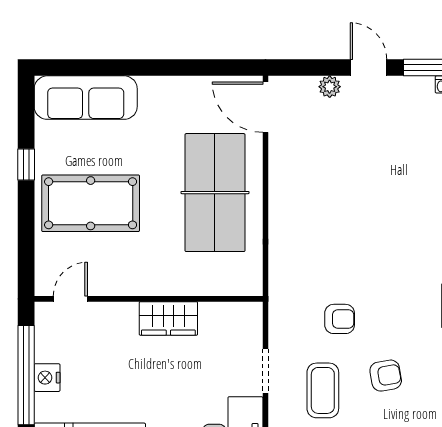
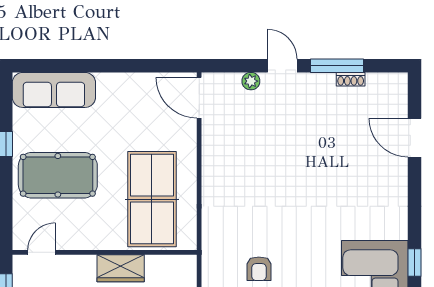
table tennis table: (215, 193) -> (152, 199), moved
armchair: (340, 319) -> (259, 269), turned 90

